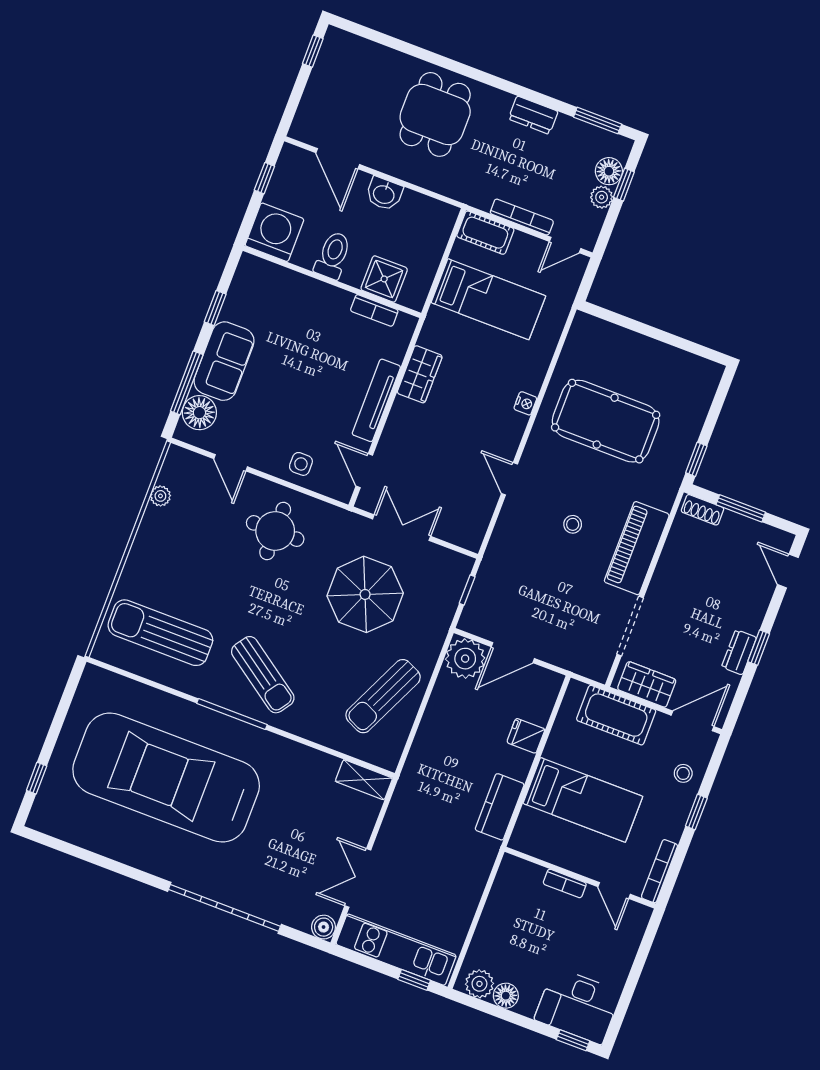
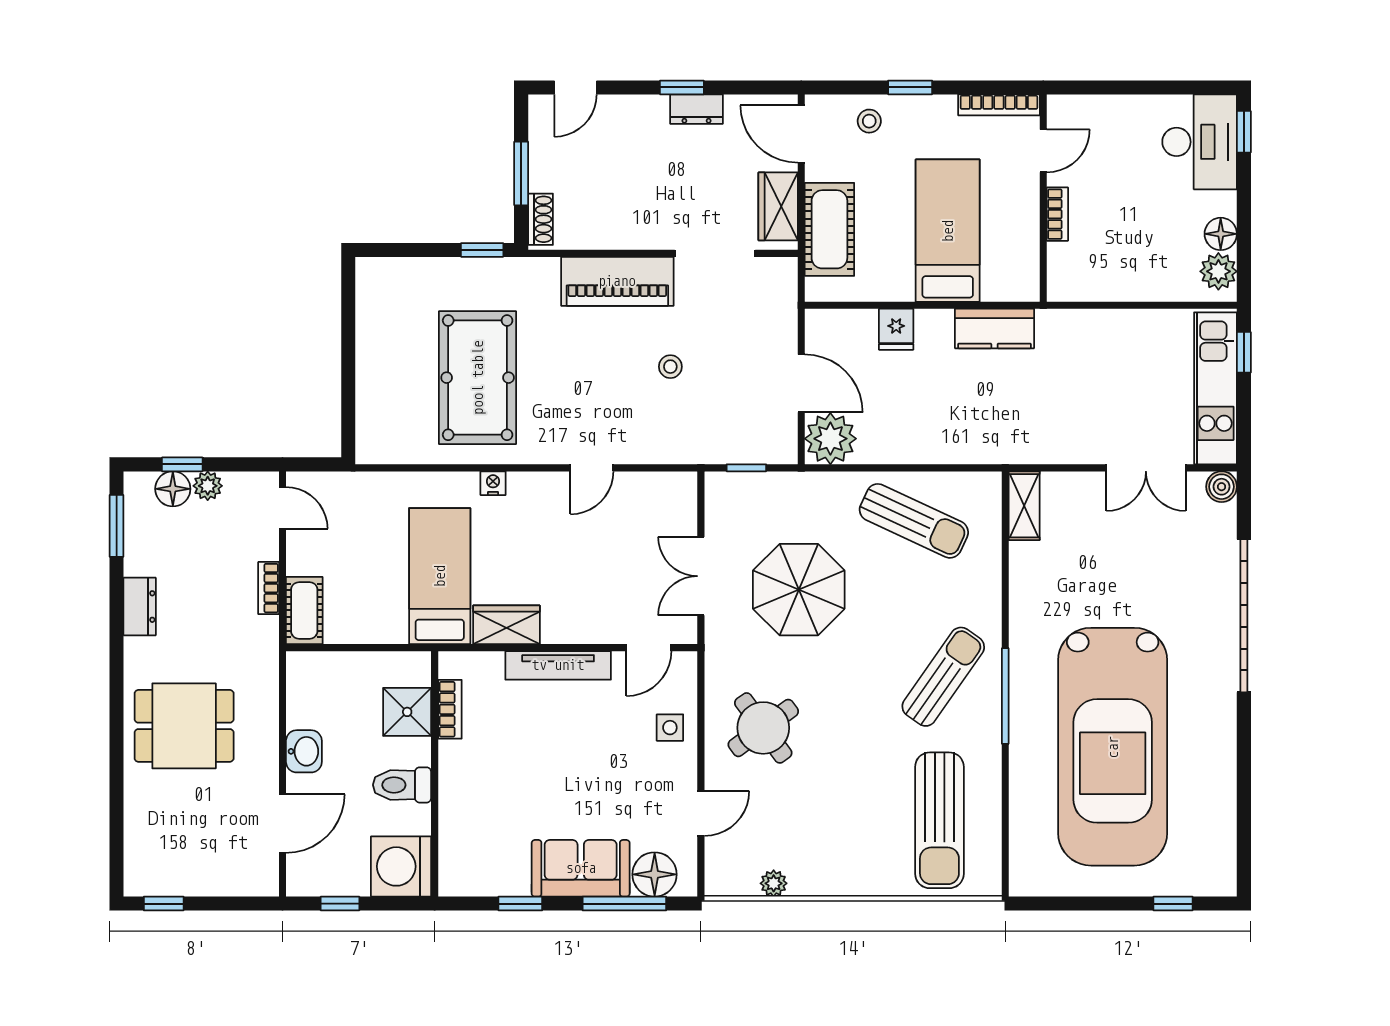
bookcase: (522, 217) -> (269, 588), width x0.64
bed: (488, 299) -> (440, 576), moved
stool: (573, 524) -> (670, 367), moved
round table: (275, 531) -> (763, 728), turned -36

